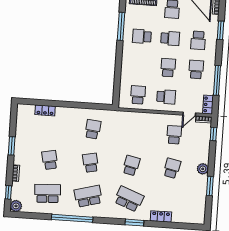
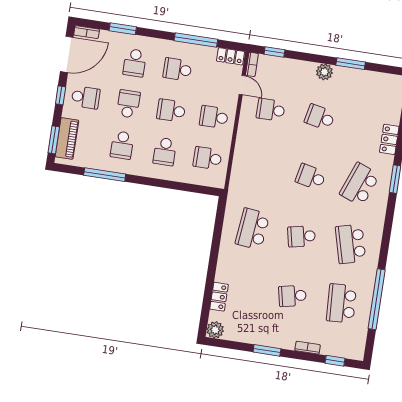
school desk: (198, 40) -> (135, 63), turned 90
school desk: (140, 66) -> (165, 152), added
school desk: (166, 97) -> (214, 117), turned -90
school desk: (93, 129) -> (253, 229), width x1.85
plant: (16, 206) -> (215, 330), moved
window: (72, 218) -> (377, 299), moved

